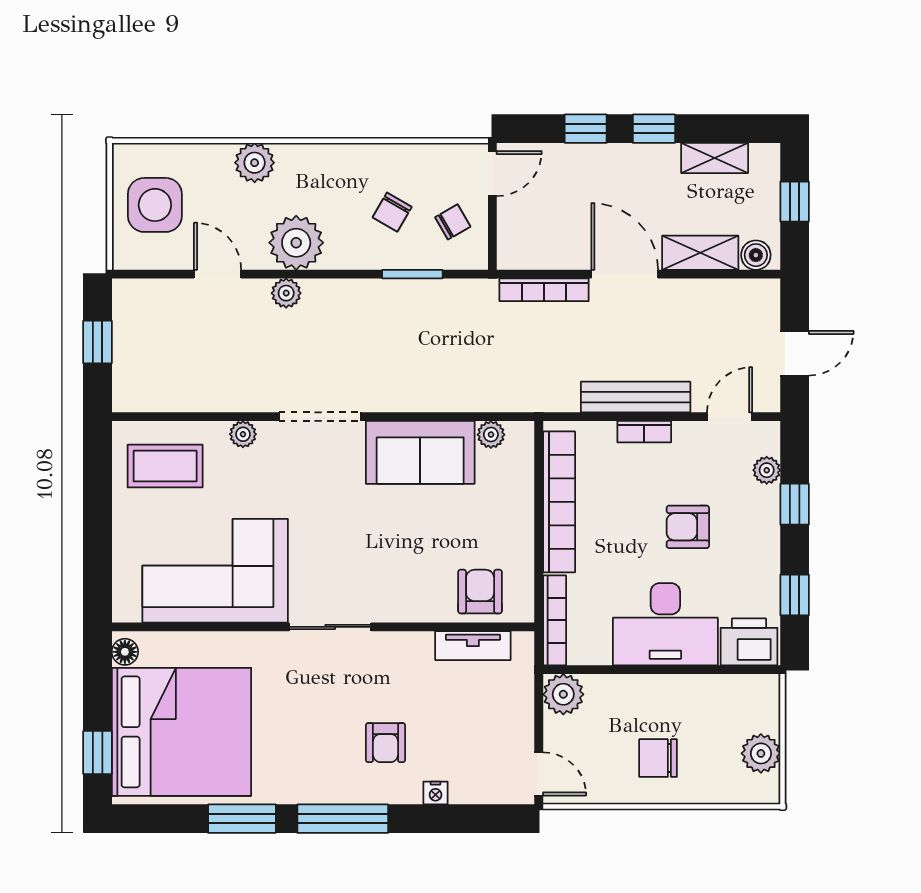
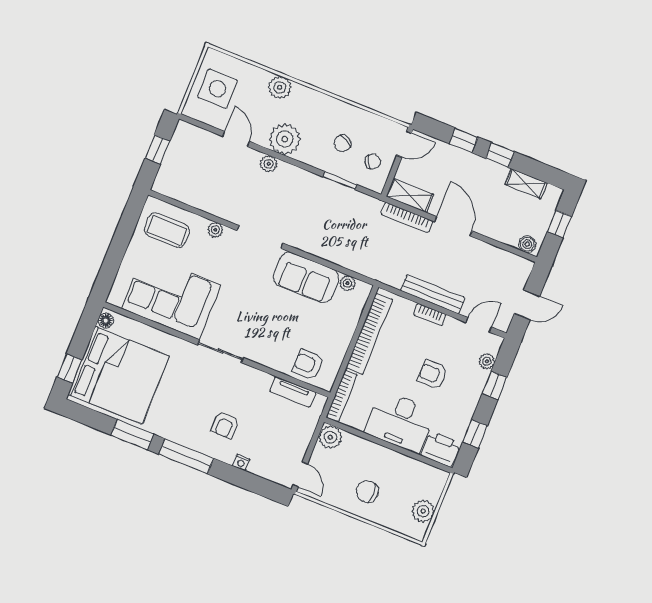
shelving: (700, 253) -> (410, 196), moved
armchair: (480, 592) -> (308, 365), turned -90

